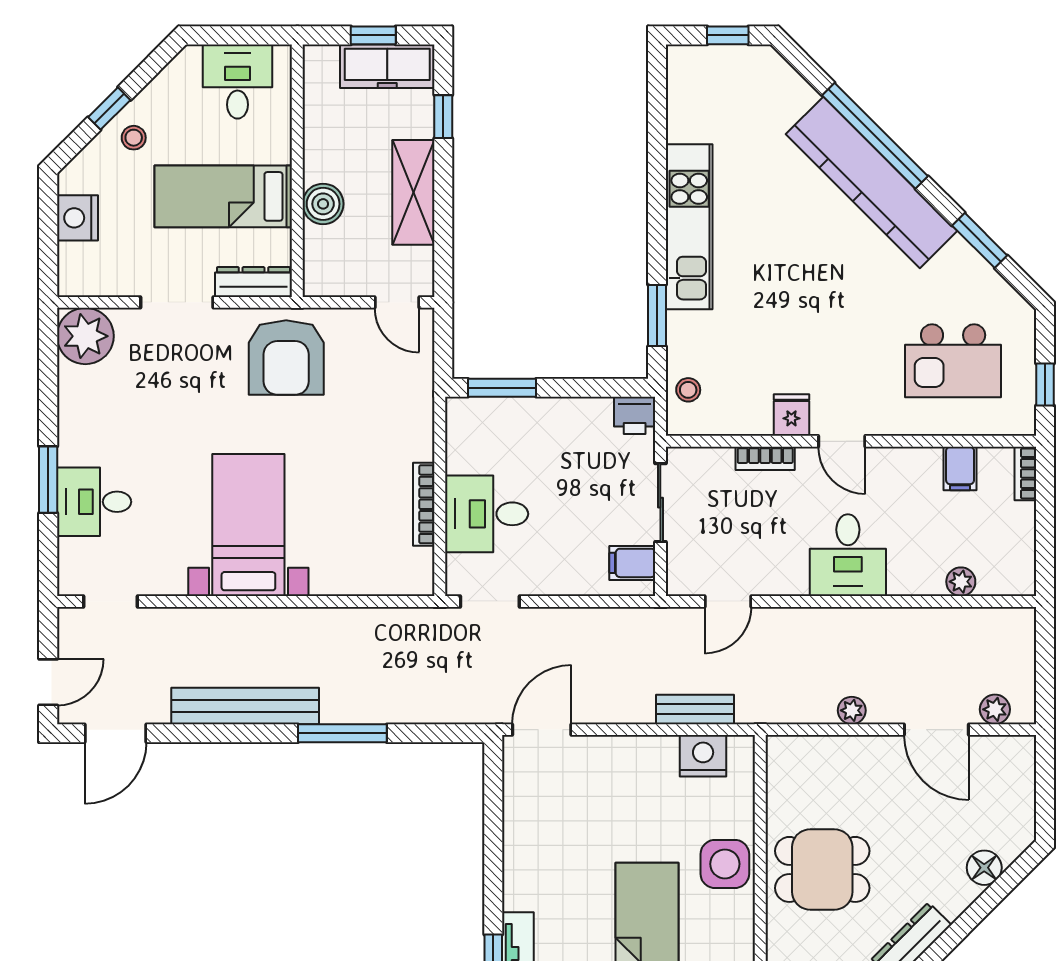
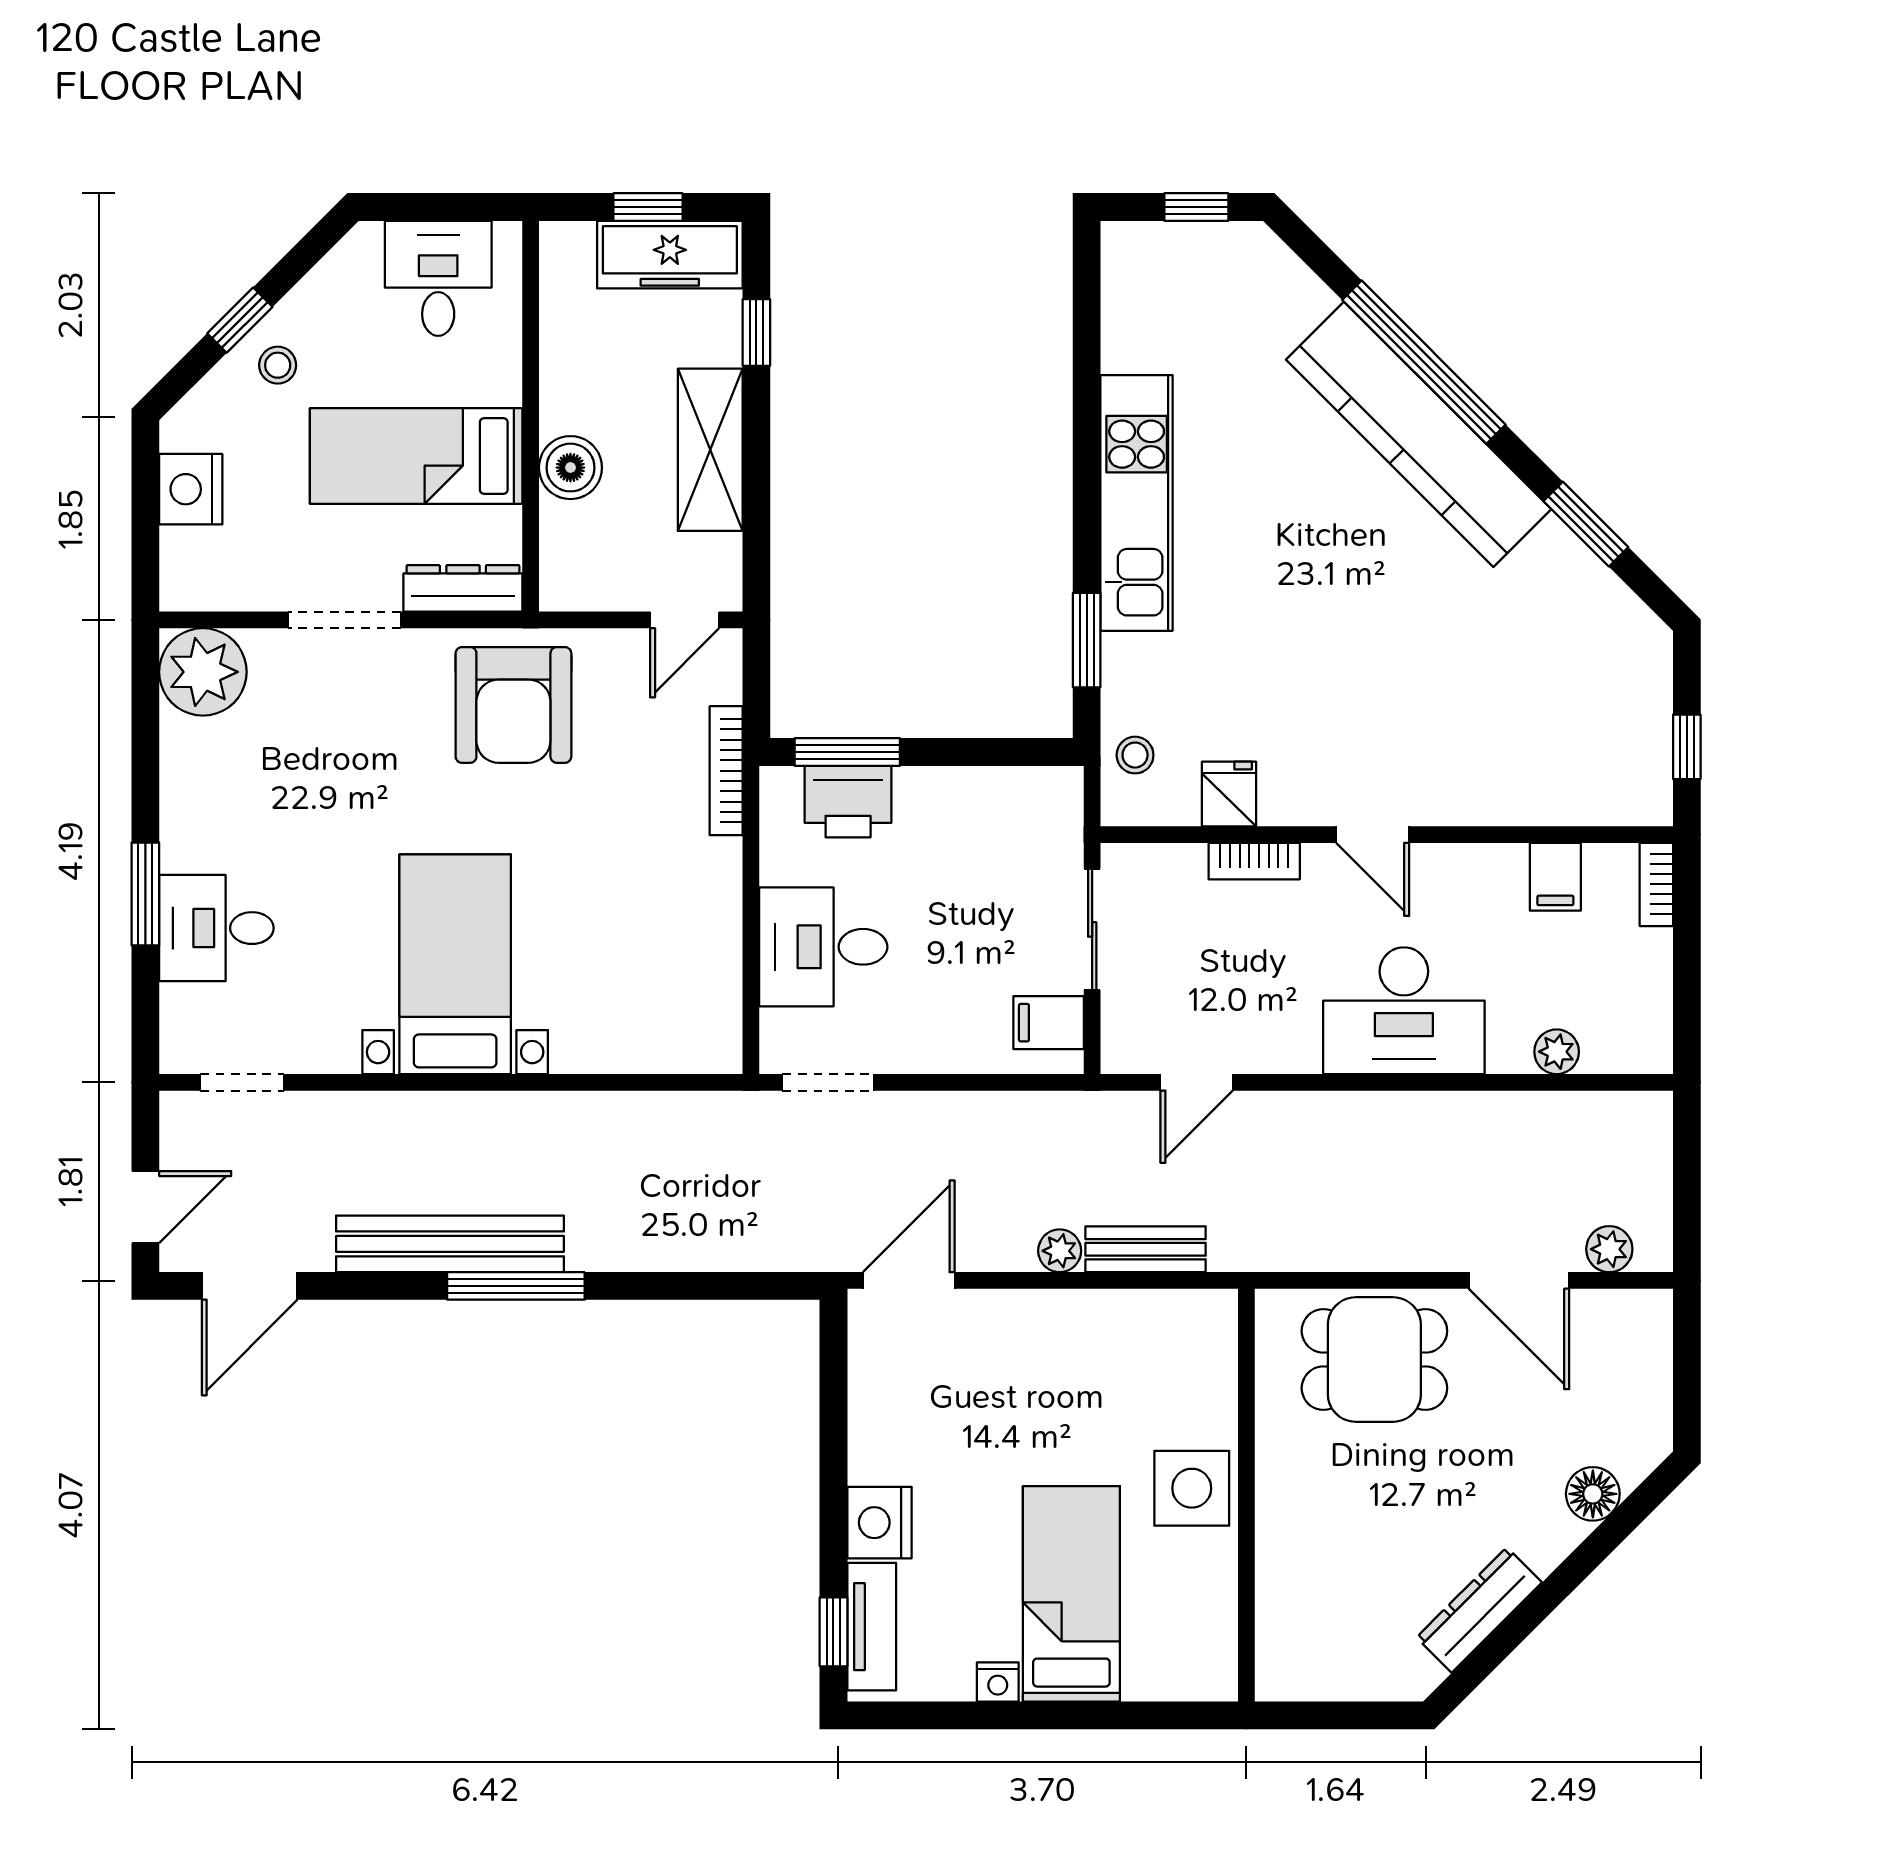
door: (397, 302) -> (685, 620), hinge flipped
kitchen island: (953, 361) -> (1545, 710), removed
printer: (635, 415) -> (848, 802), moved, width x1.36, depth x1.24
fridge: (791, 415) -> (1229, 794), moved
bookcase: (424, 504) -> (726, 771), moved
desk: (848, 555) -> (1404, 1011), width x1.37
plant: (852, 710) -> (1060, 1251), moved
window: (342, 733) -> (516, 1286), moved
nightstand: (703, 756) -> (879, 1523), moved, turned -90
dining table: (822, 869) -> (1374, 1360), moved

